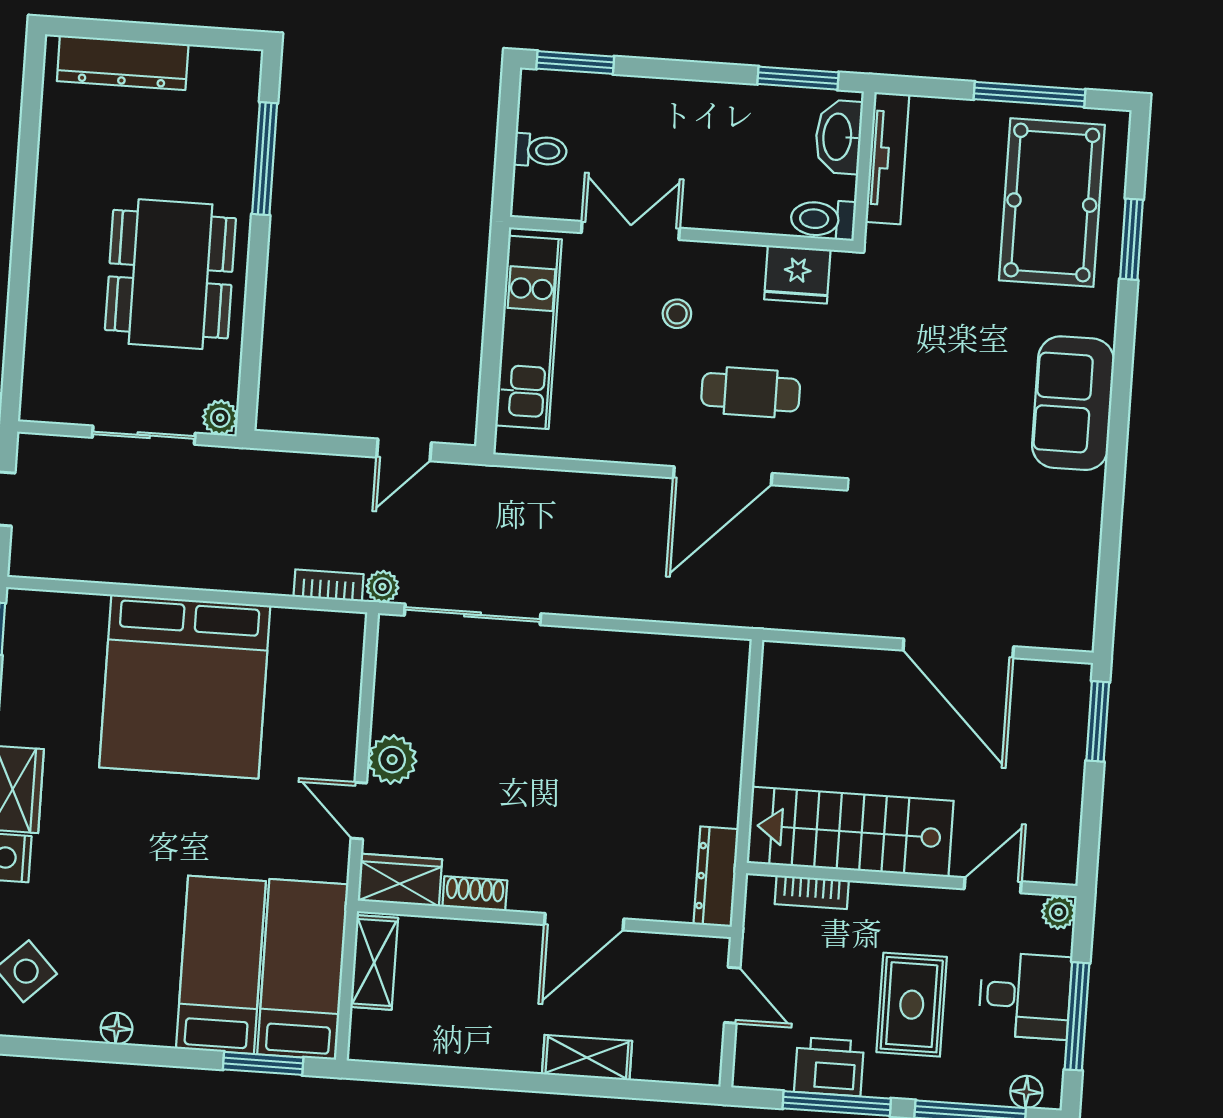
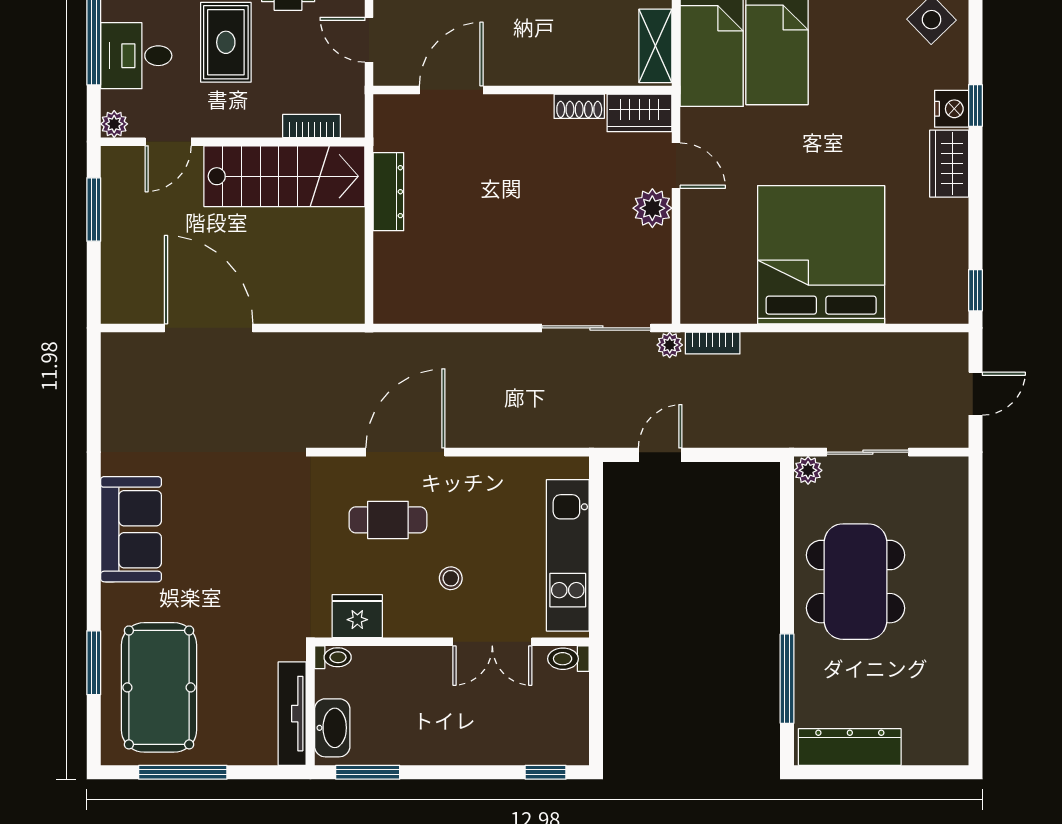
dresser: (123, 63) -> (850, 747), moved
window: (575, 63) -> (546, 772), width x0.67
toilet: (540, 150) -> (568, 659), moved
toilet: (823, 219) -> (333, 657), width x0.73, depth x0.72
window: (1098, 721) -> (94, 210), moved
dresser: (716, 877) -> (388, 192), moved
door: (584, 922) -> (451, 90), moved

